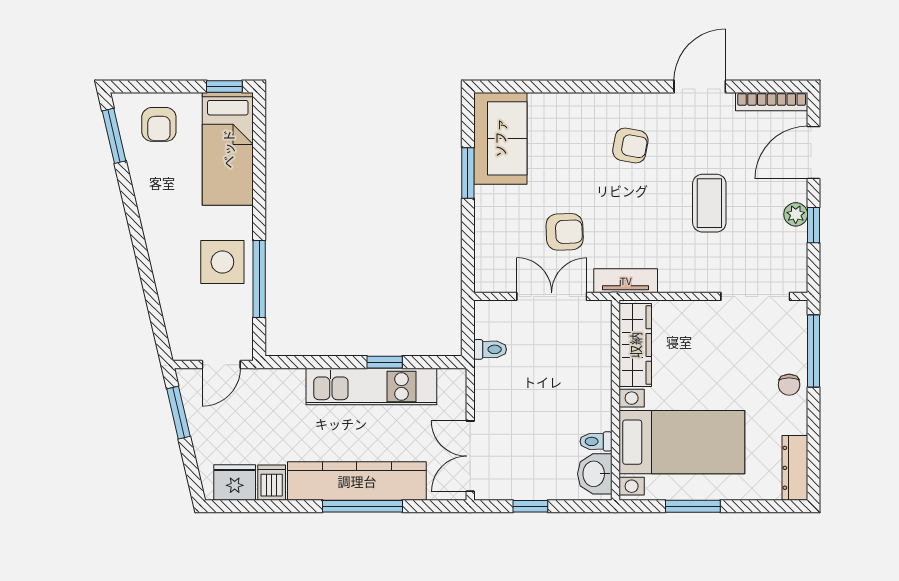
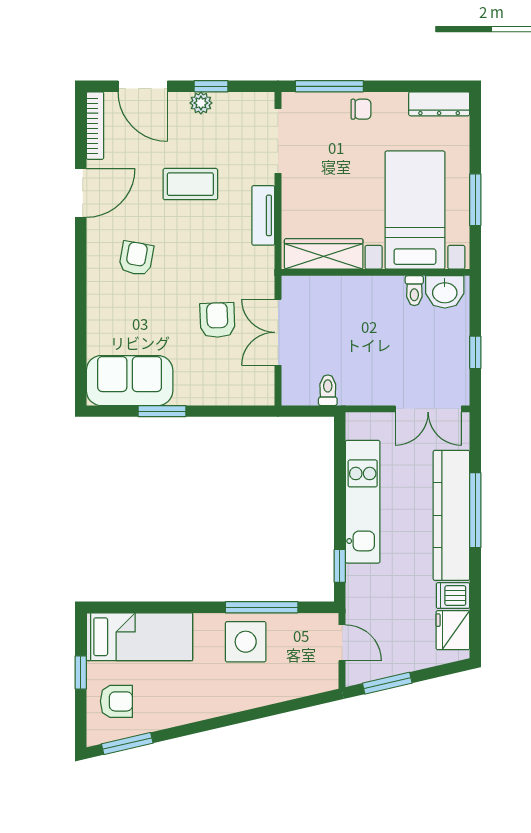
window: (224, 86) -> (81, 672), moved
door: (700, 86) -> (81, 193), swing flipped
tv unit: (626, 281) -> (263, 215), moved
window: (385, 362) -> (340, 566), moved

